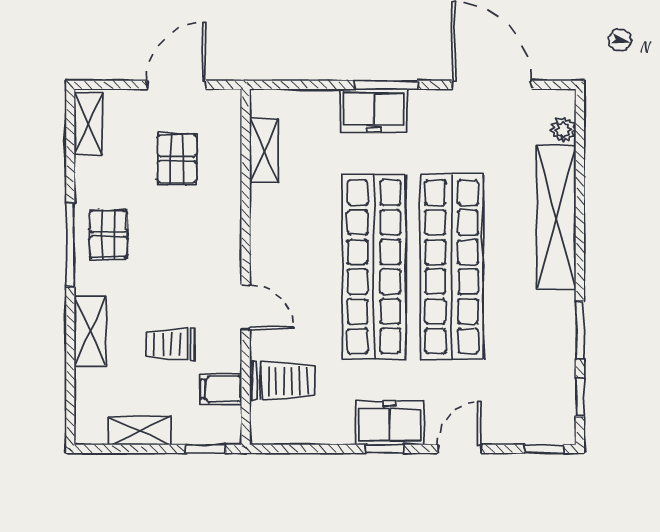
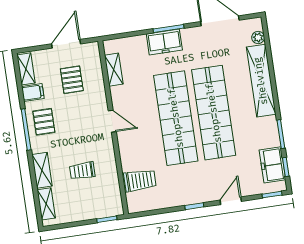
door: (246, 307) -> (112, 121), moved
filing cabinet: (221, 389) -> (33, 93), moved, turned 180
freezer: (390, 423) -> (272, 165), moved, turned -90
shelving: (140, 431) -> (46, 204), moved, turned 90

